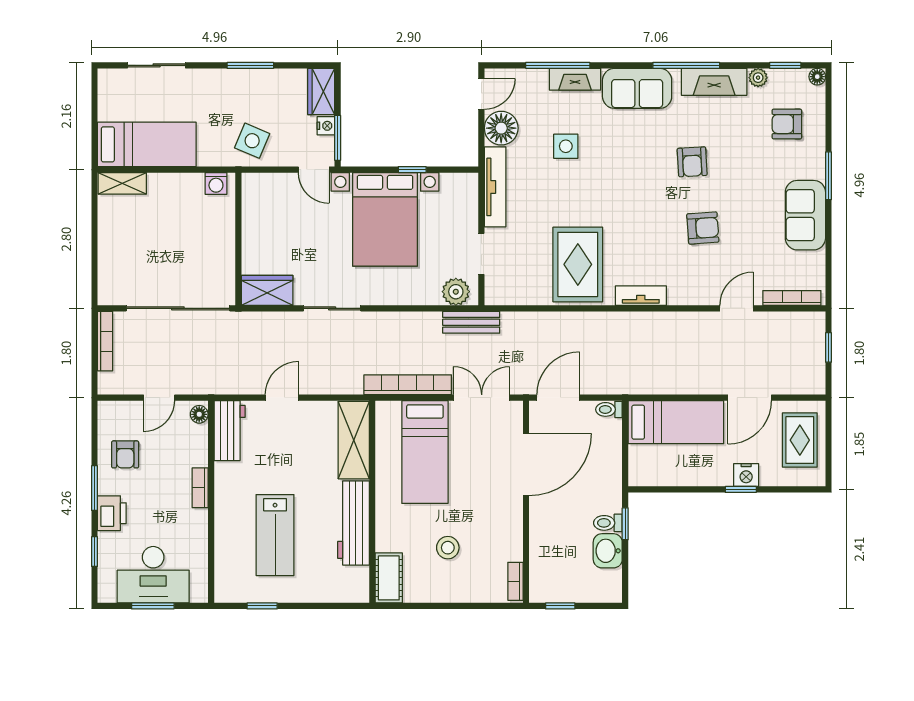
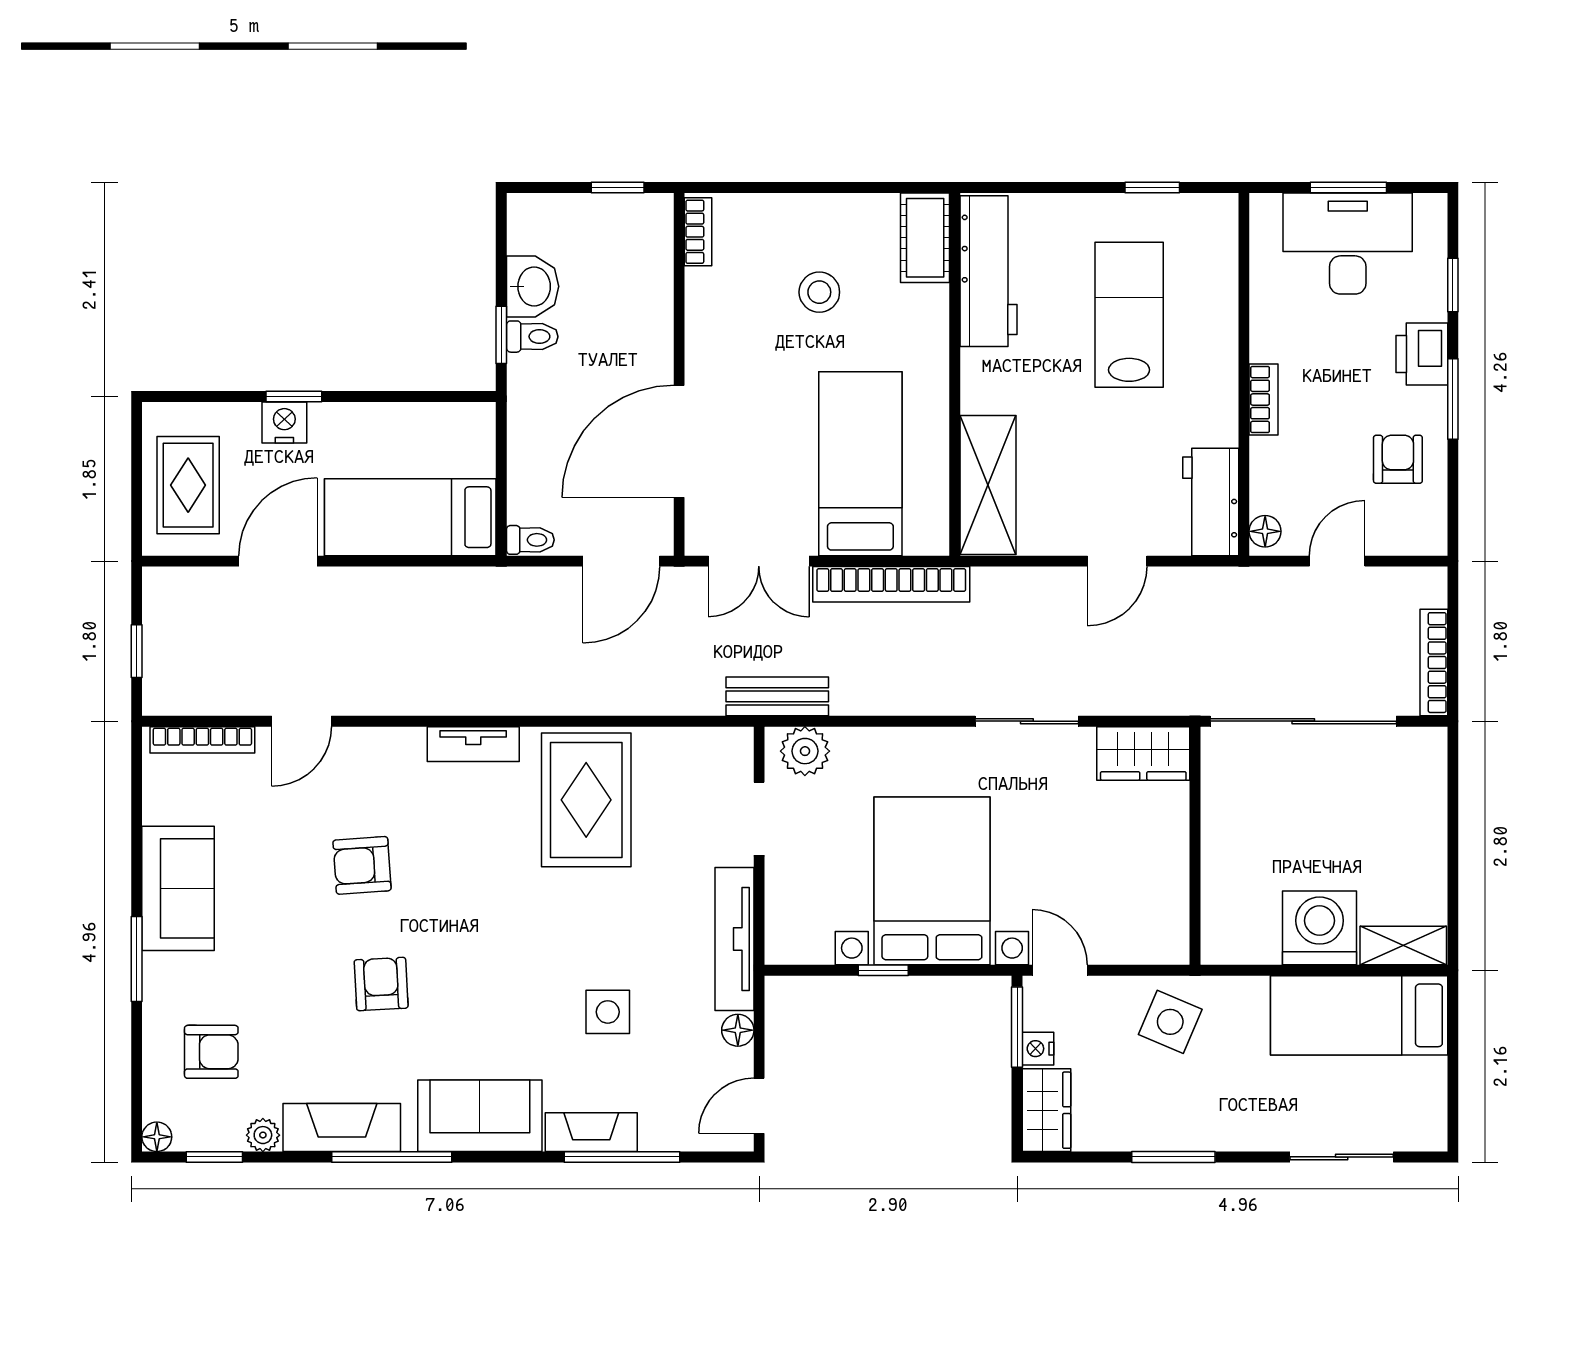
floor lamp: (501, 128) -> (738, 1030), width x0.53, depth x0.53
washing machine: (216, 183) -> (1320, 928), moved, width x1.89, depth x1.89
workbench: (353, 523) -> (989, 271), moved

